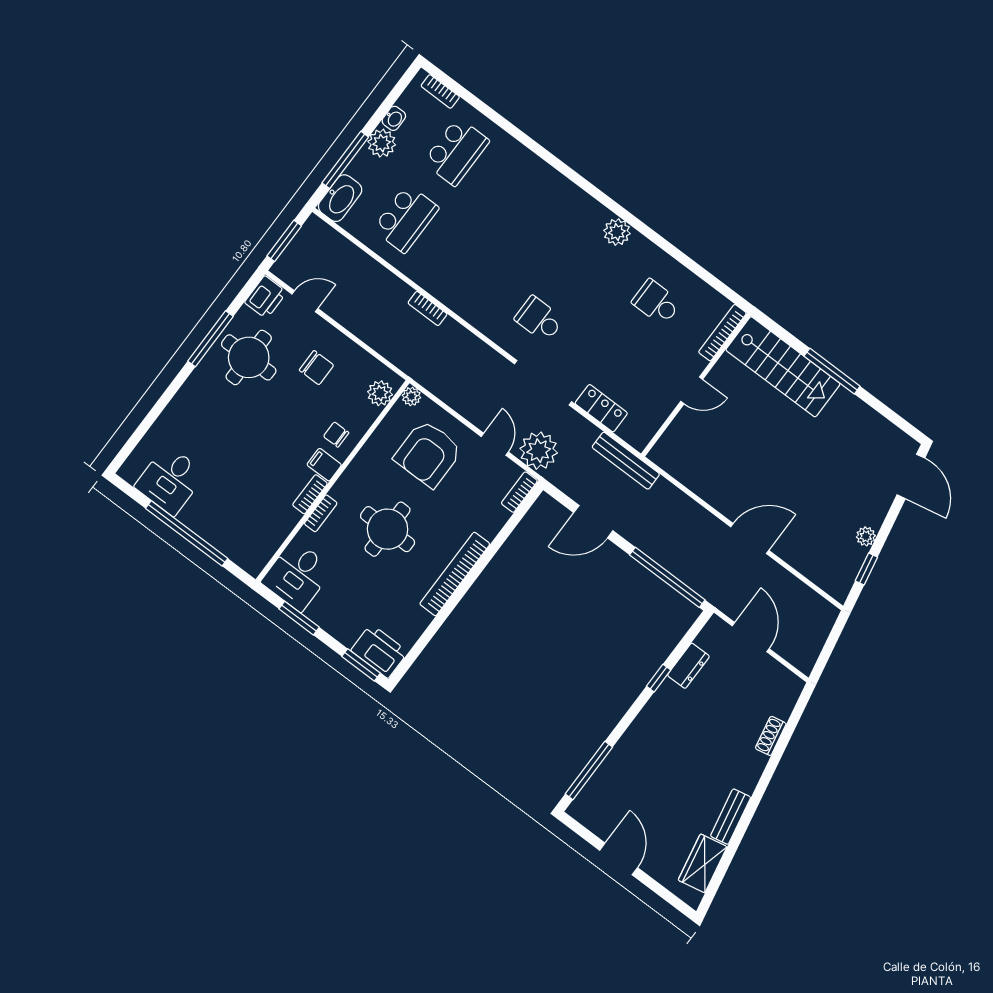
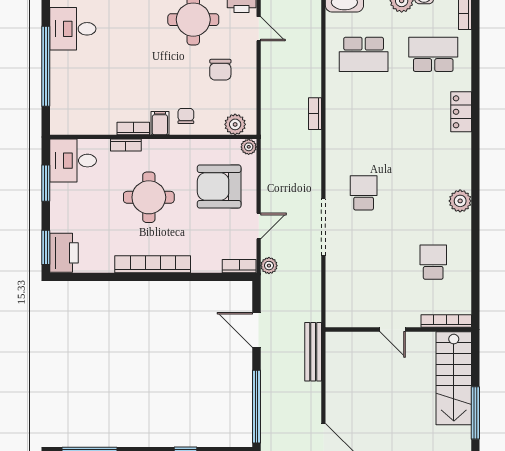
school desk: (456, 152) -> (433, 54), turned 180
locker: (601, 408) -> (461, 112), moved, turned 180
plant: (539, 451) -> (269, 266), width x0.53, depth x0.53
bench: (626, 461) -> (313, 352), moved

